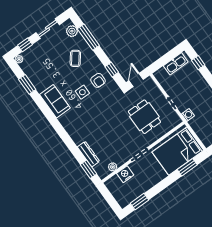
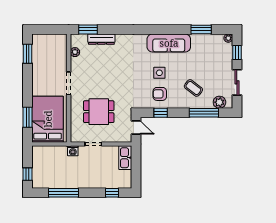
kitchen sink: (176, 64) -> (125, 158), moved
sofa: (55, 101) -> (169, 43), width x1.36
nightstand: (125, 174) -> (61, 58), removed

